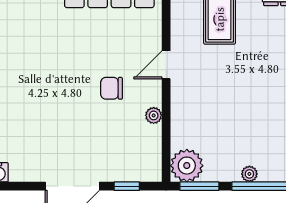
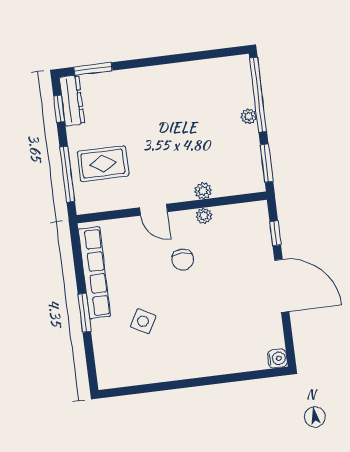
side table: (54, 40) -> (143, 321), added
plant: (187, 166) -> (203, 191), moved, width x0.53, depth x0.53

